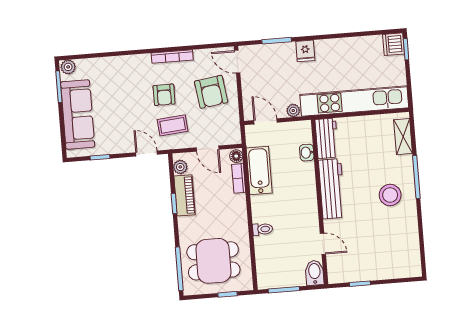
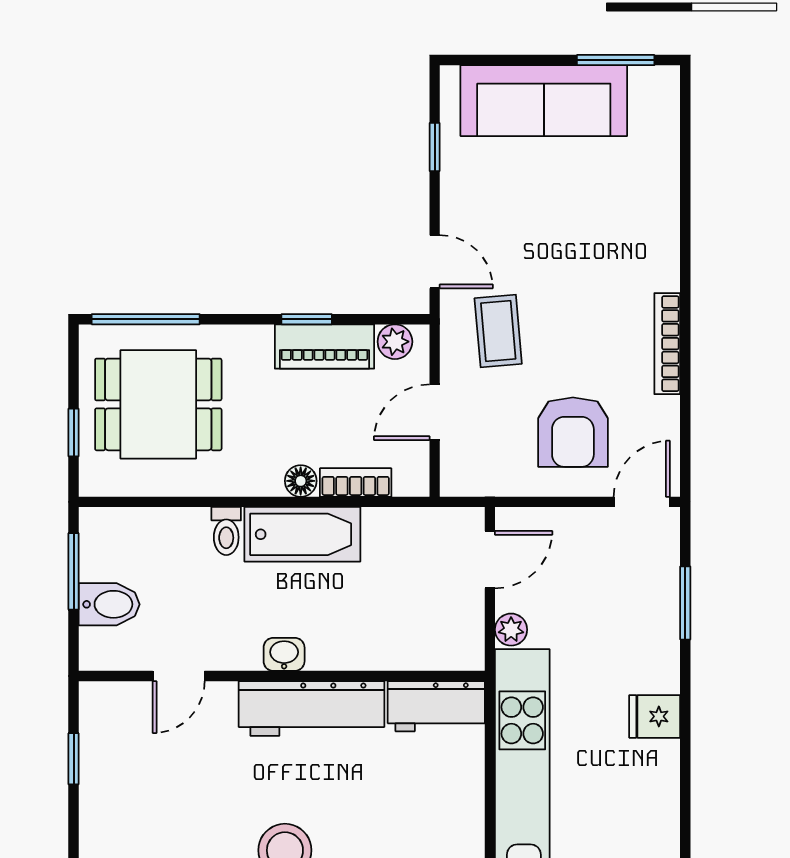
fridge: (305, 51) -> (655, 716), moved
plant: (68, 67) -> (662, 87), removed
armchair: (211, 92) -> (573, 432), turned -82
armchair: (164, 95) -> (575, 316), removed
door: (147, 153) -> (435, 262), hinge flipped
washbasin: (307, 153) -> (284, 654), moved
floor lamp: (236, 156) -> (301, 481), moved
bathtub: (259, 170) -> (302, 534), moved
dining table: (213, 261) -> (158, 404), turned 90
bidet: (315, 273) -> (109, 604), moved

